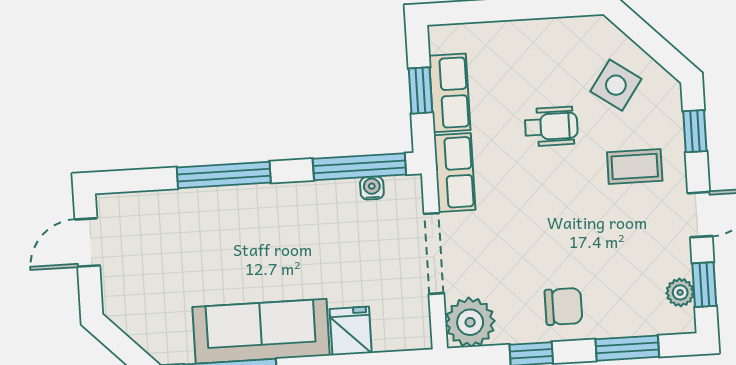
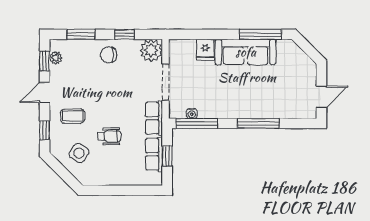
wheelchair: (551, 126) -> (109, 136), turned 180

